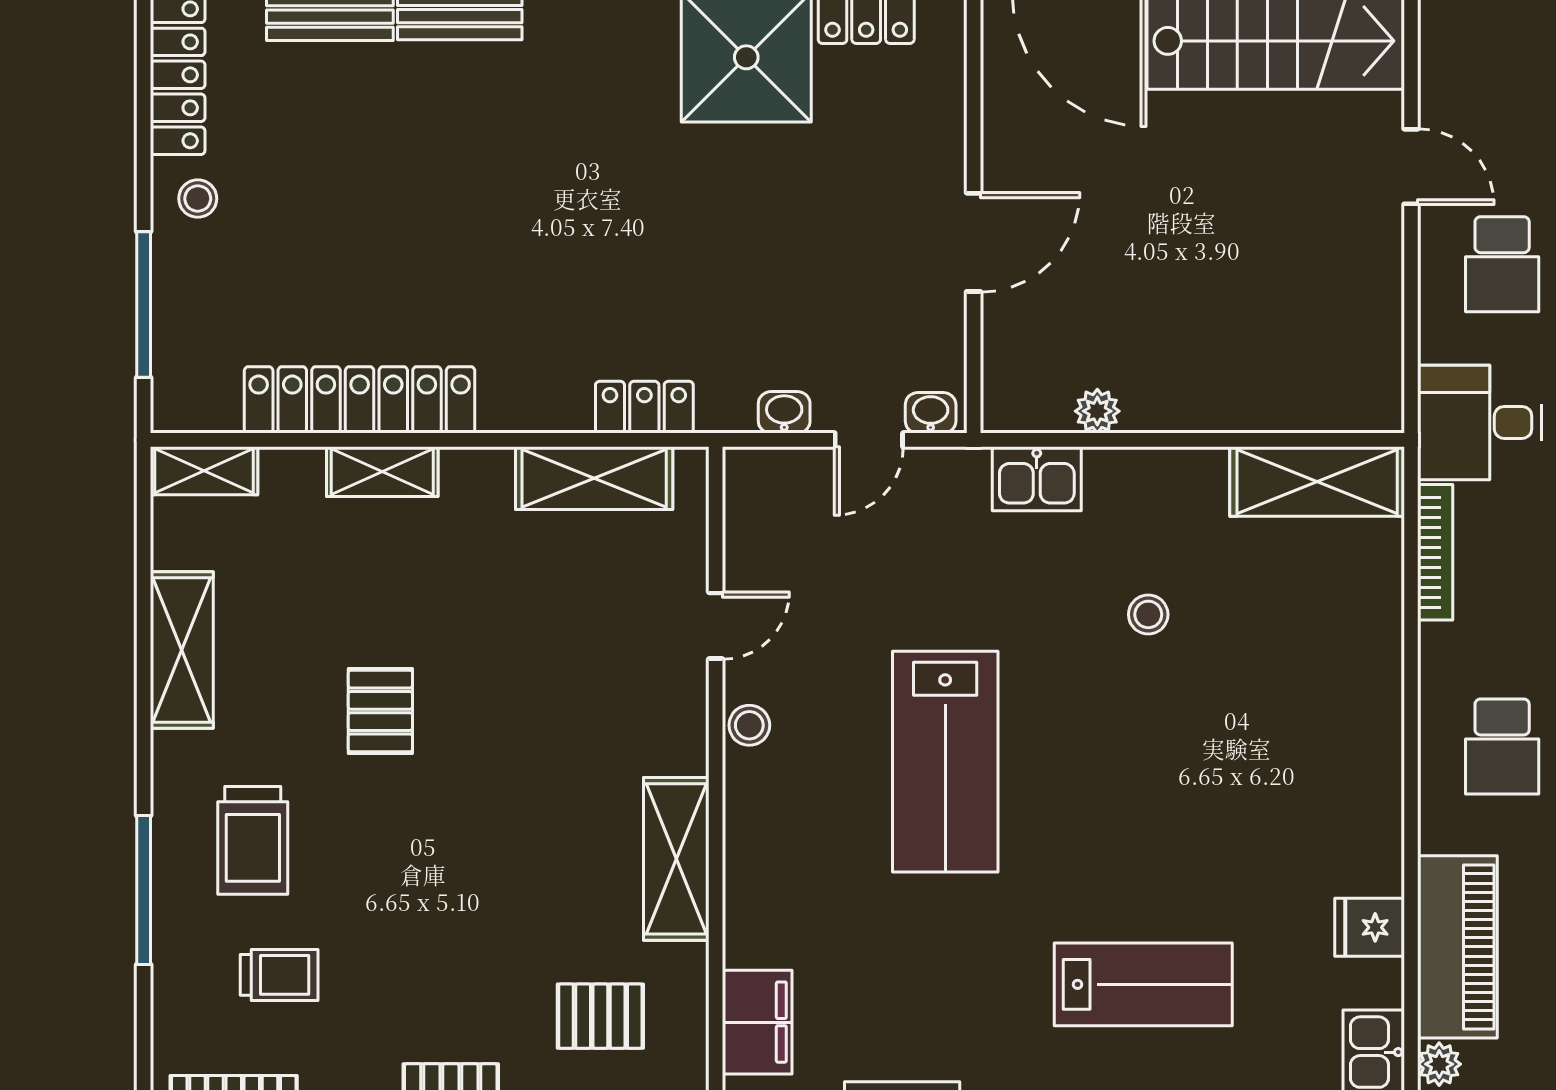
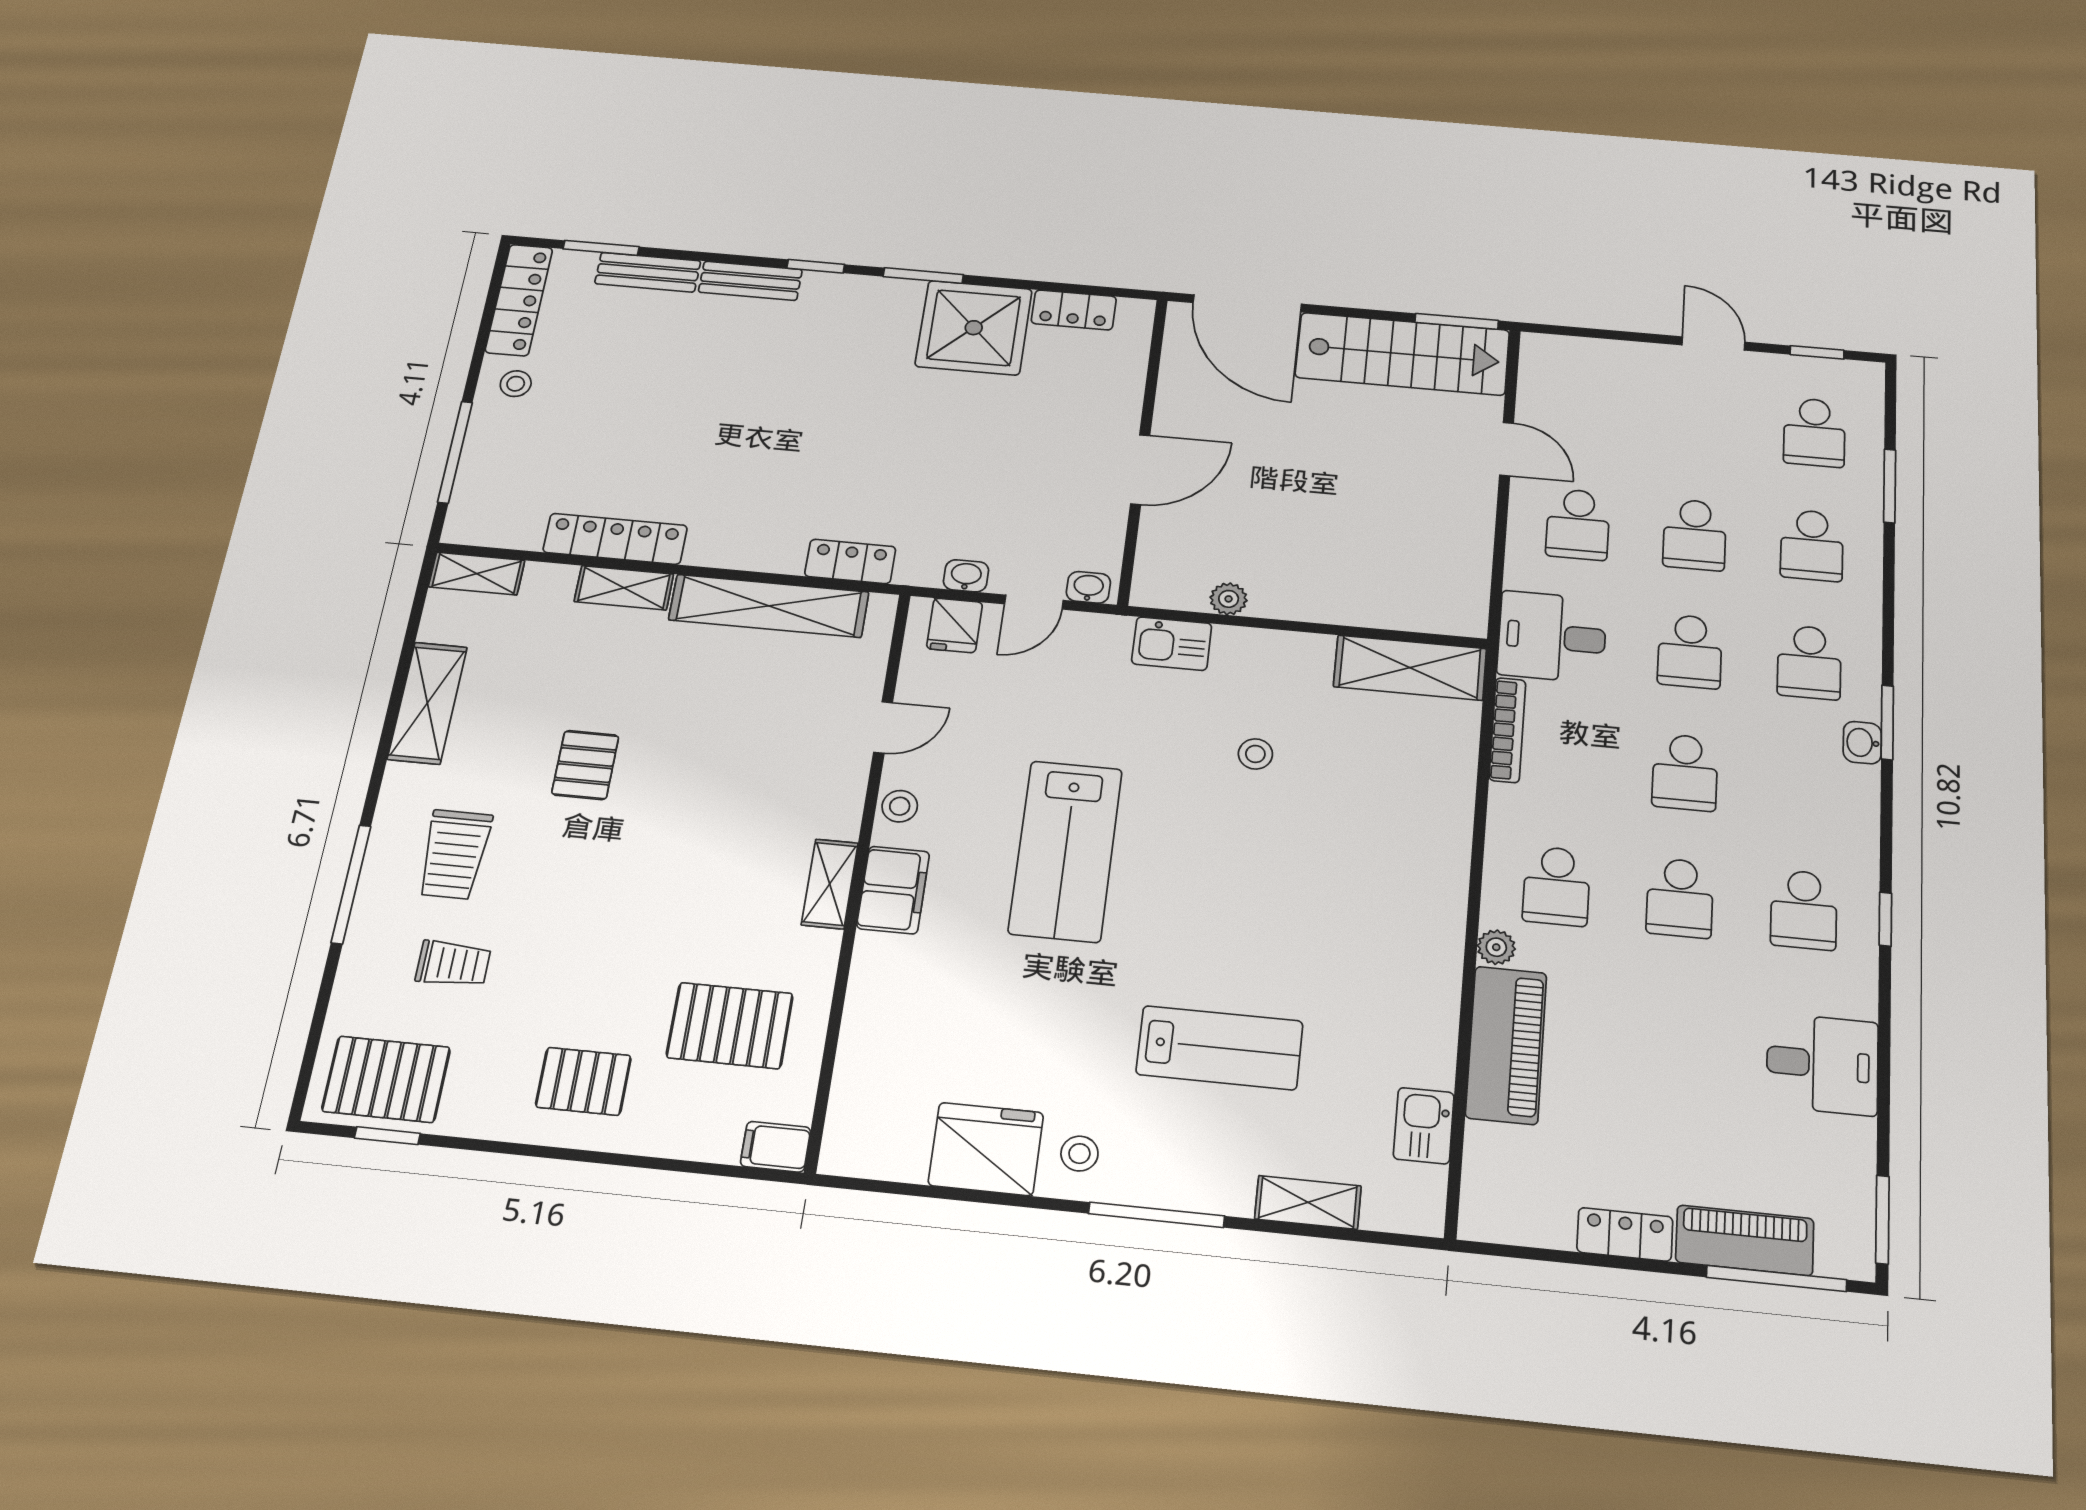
locker: (360, 400) -> (615, 539), width x0.71, depth x0.83
shelving: (594, 478) -> (769, 606), width x1.47
shelving: (676, 859) -> (830, 884), width x0.67, depth x0.75
fridge: (1370, 927) -> (955, 625), moved, turned -90
pallet: (600, 1016) -> (730, 1026), width x1.50, depth x1.42
filing cabinet: (757, 1022) -> (893, 890), moved
plant: (1439, 1064) -> (1496, 947), moved

